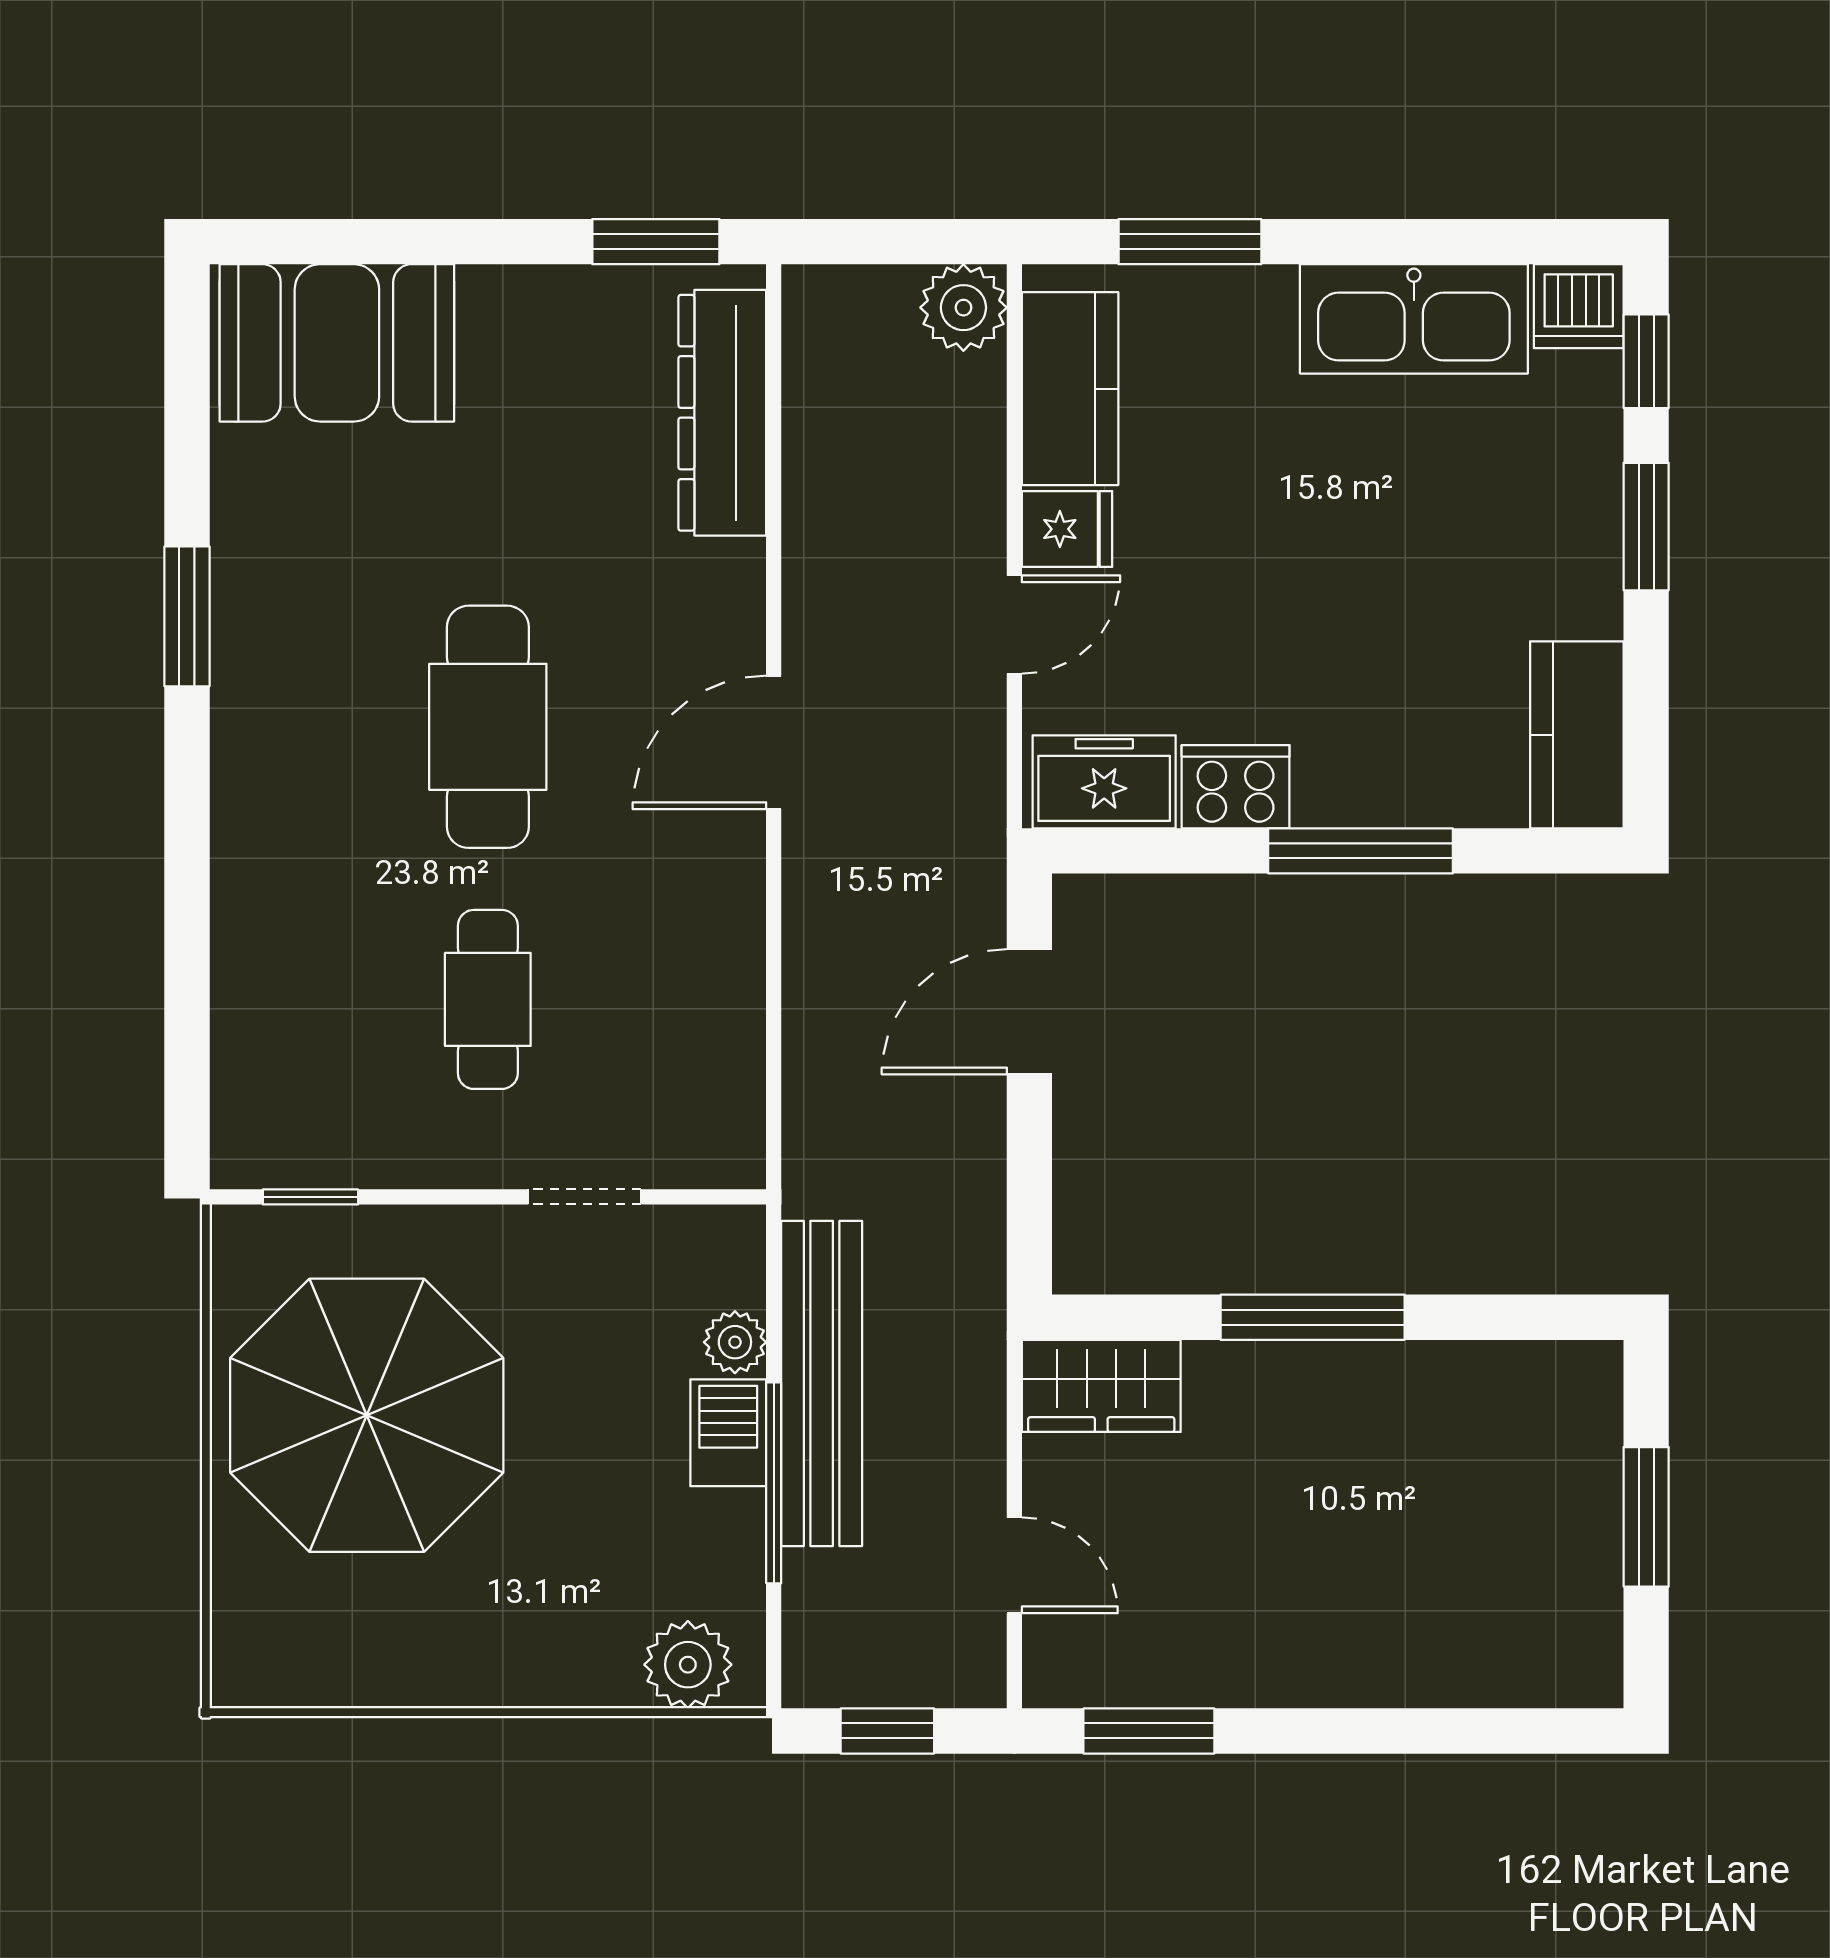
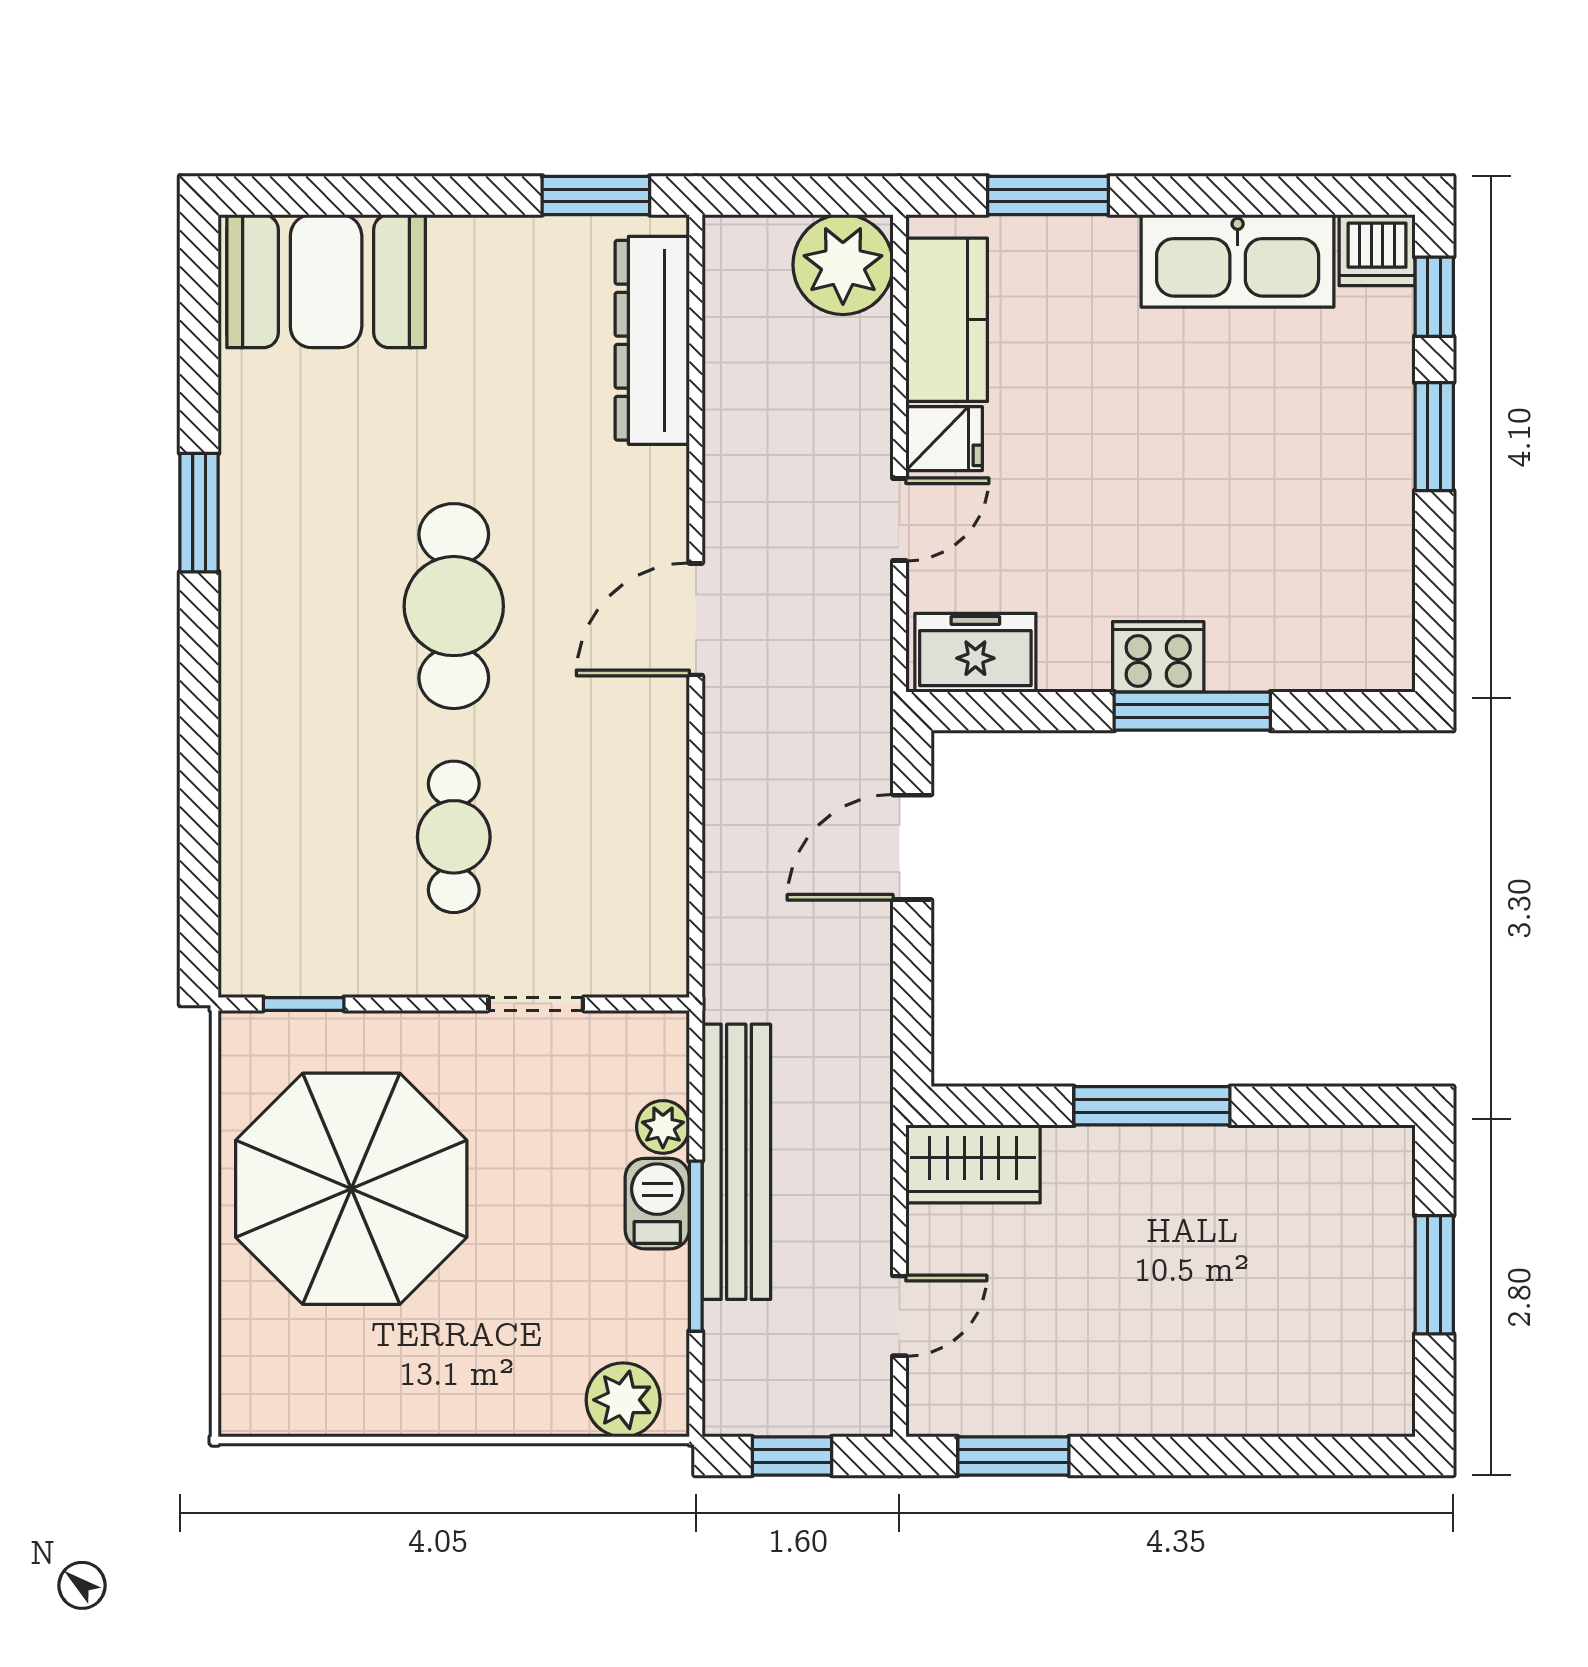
plant: (963, 308) -> (843, 265), width x1.36, depth x1.36
kitchen counter: (1577, 735) -> (1375, 613), removed
cooker: (1236, 787) -> (1158, 657), moved
door: (1014, 1565) -> (899, 1316), hinge flipped

